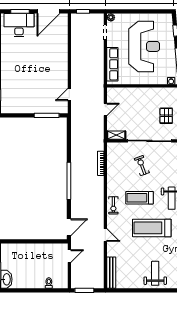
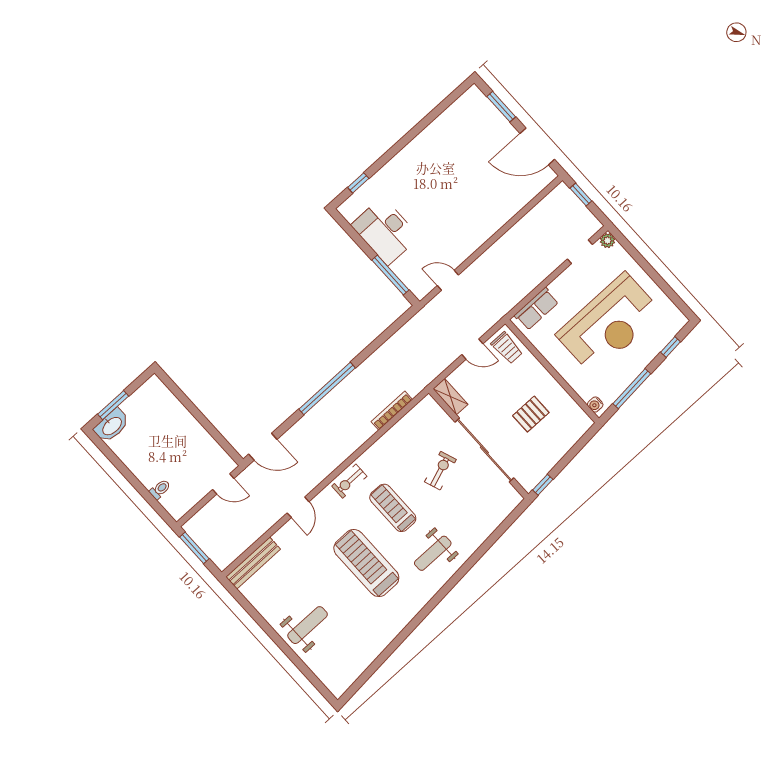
desk: (19, 25) -> (385, 231), moved, turned 180
row of seats: (112, 64) -> (536, 309), width x0.68
trolley: (117, 95) -> (507, 348), added
pallet: (166, 116) -> (531, 414), moved

